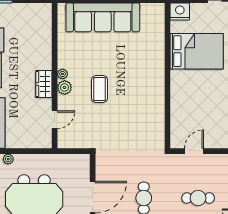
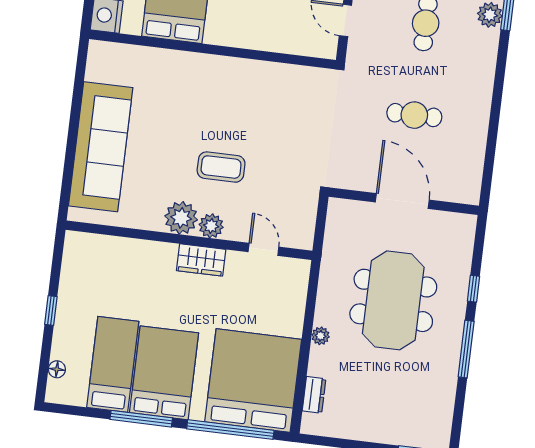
plant: (63, 74) -> (181, 218), width x1.87, depth x1.87

